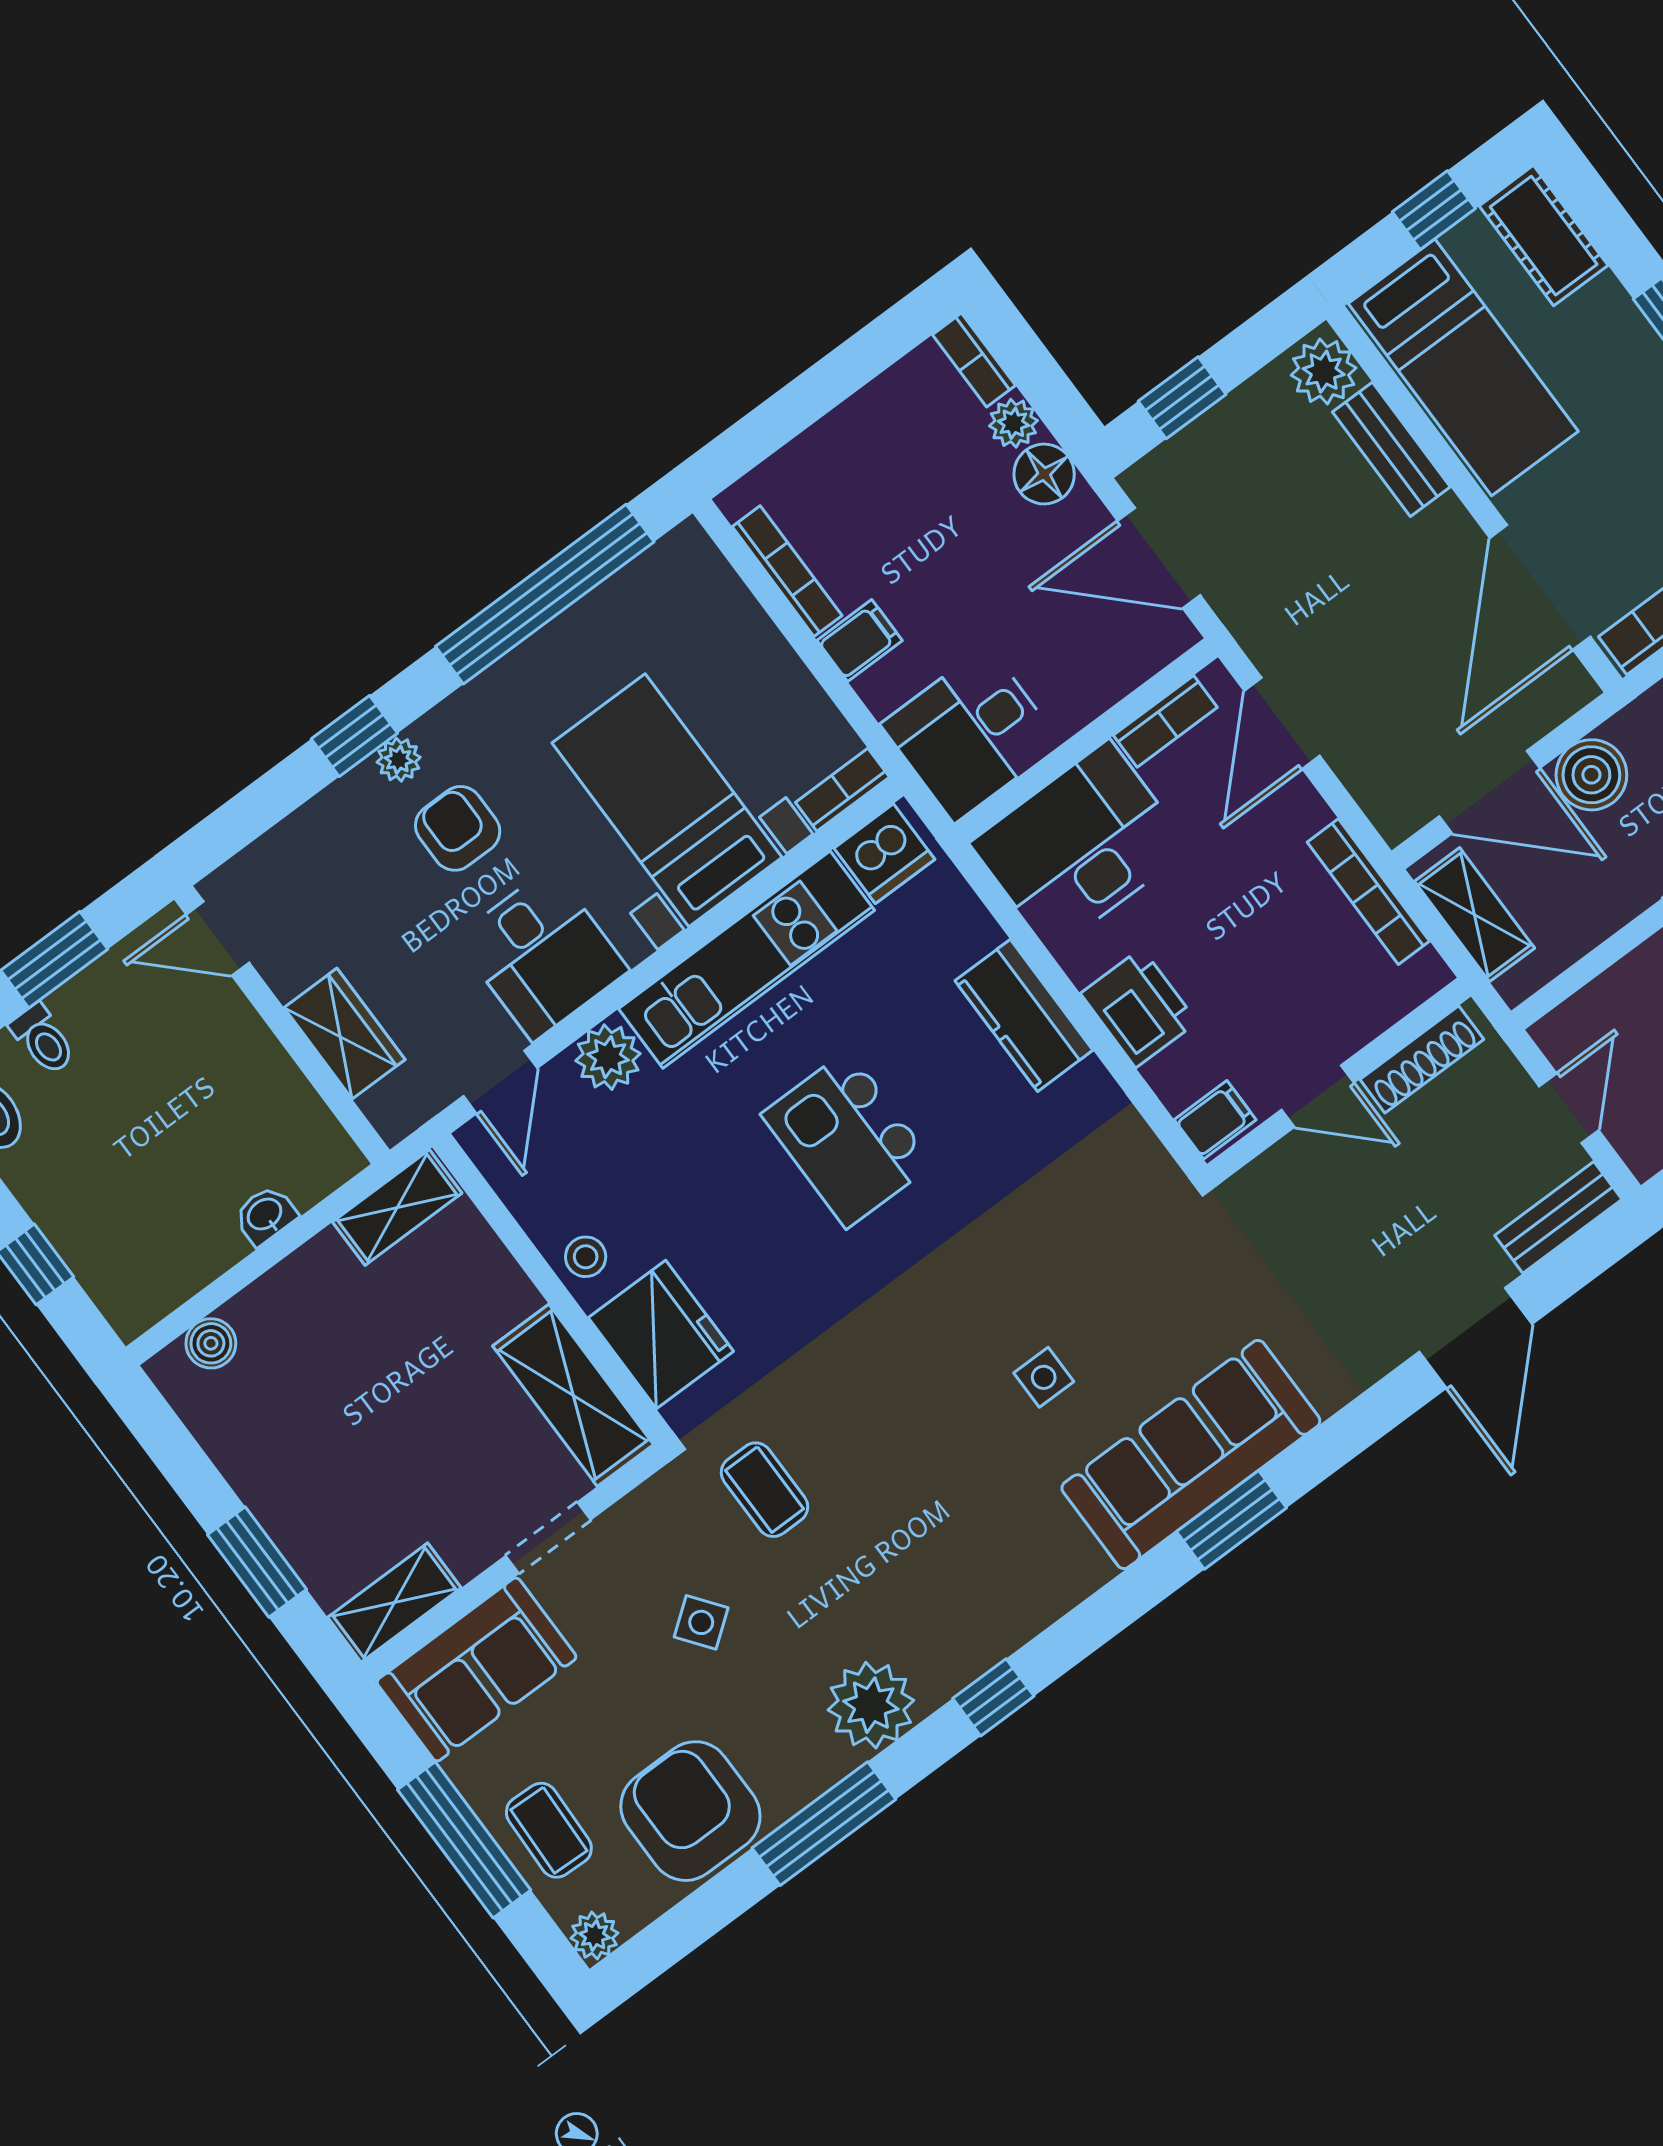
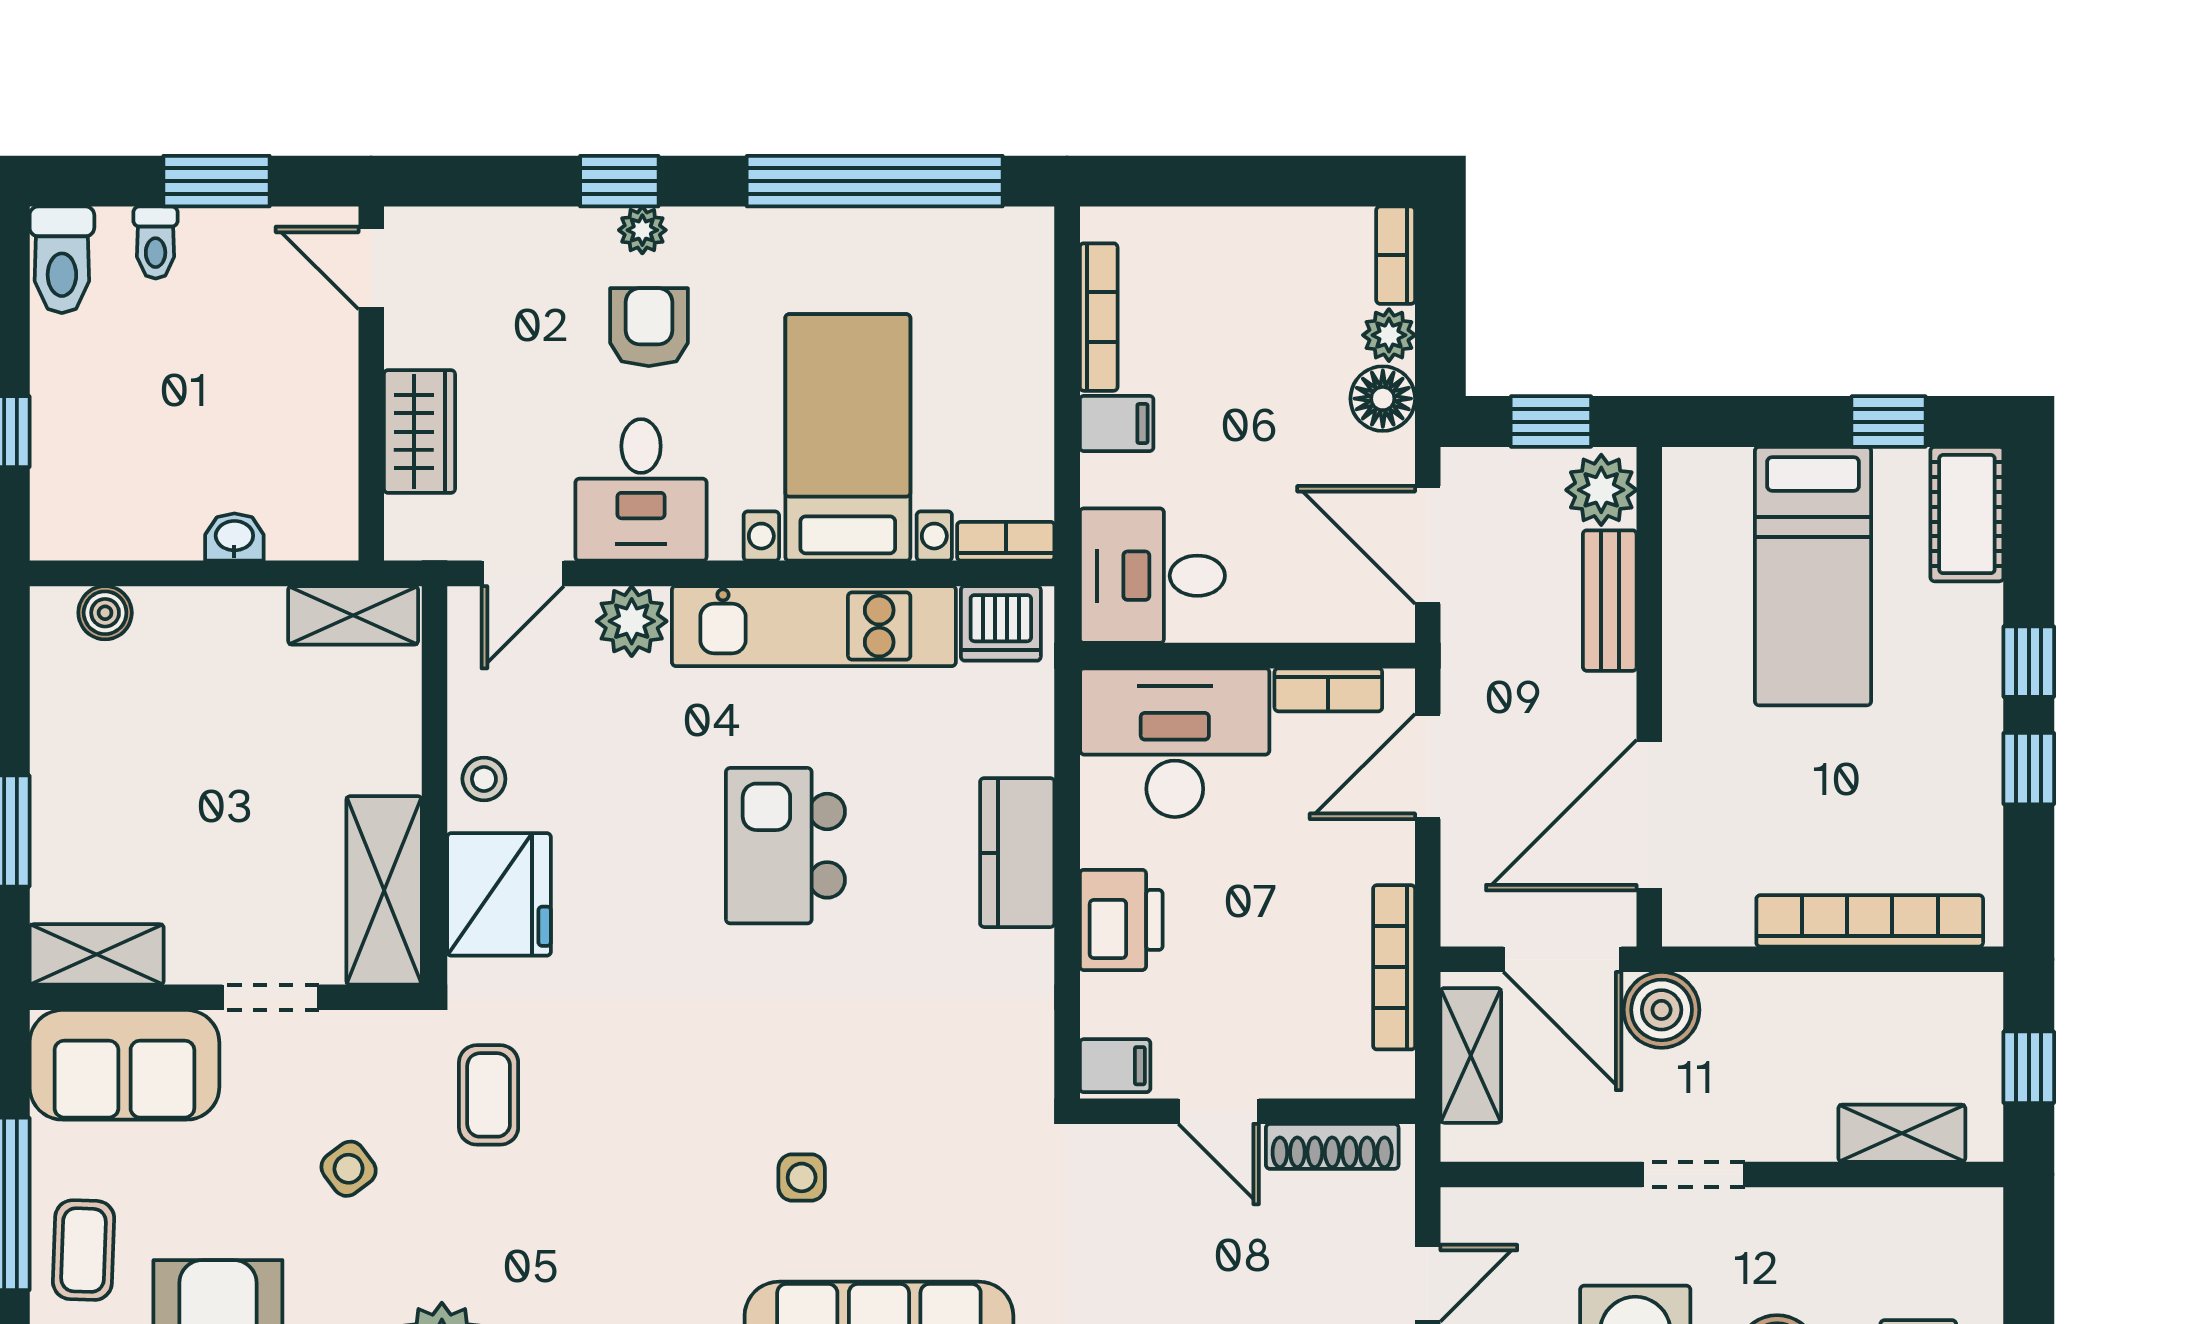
plant: (1324, 372) -> (1601, 490), moved
bench: (1391, 449) -> (1610, 601), moved
wall: (1474, 499) -> (1649, 697), moved
door: (1540, 587) -> (1649, 815), moved

